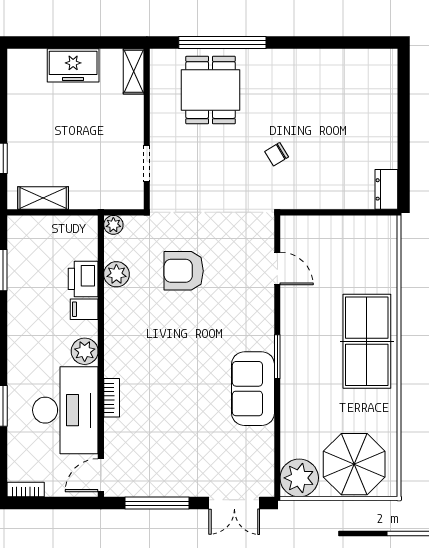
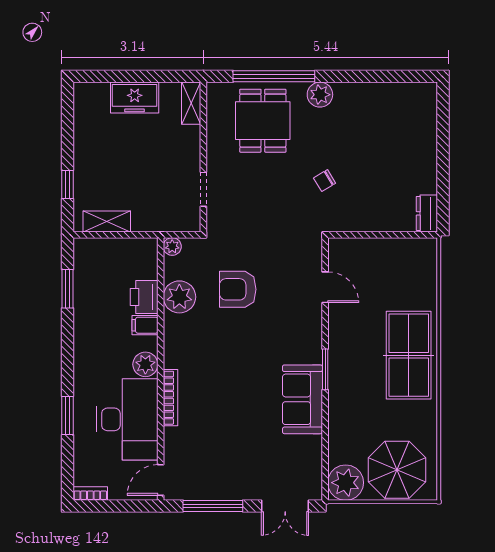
plant: (272, 62) -> (320, 95), added
plant: (116, 274) -> (179, 297), width x1.36, depth x1.36
bookcase: (112, 398) -> (171, 398), width x1.56

